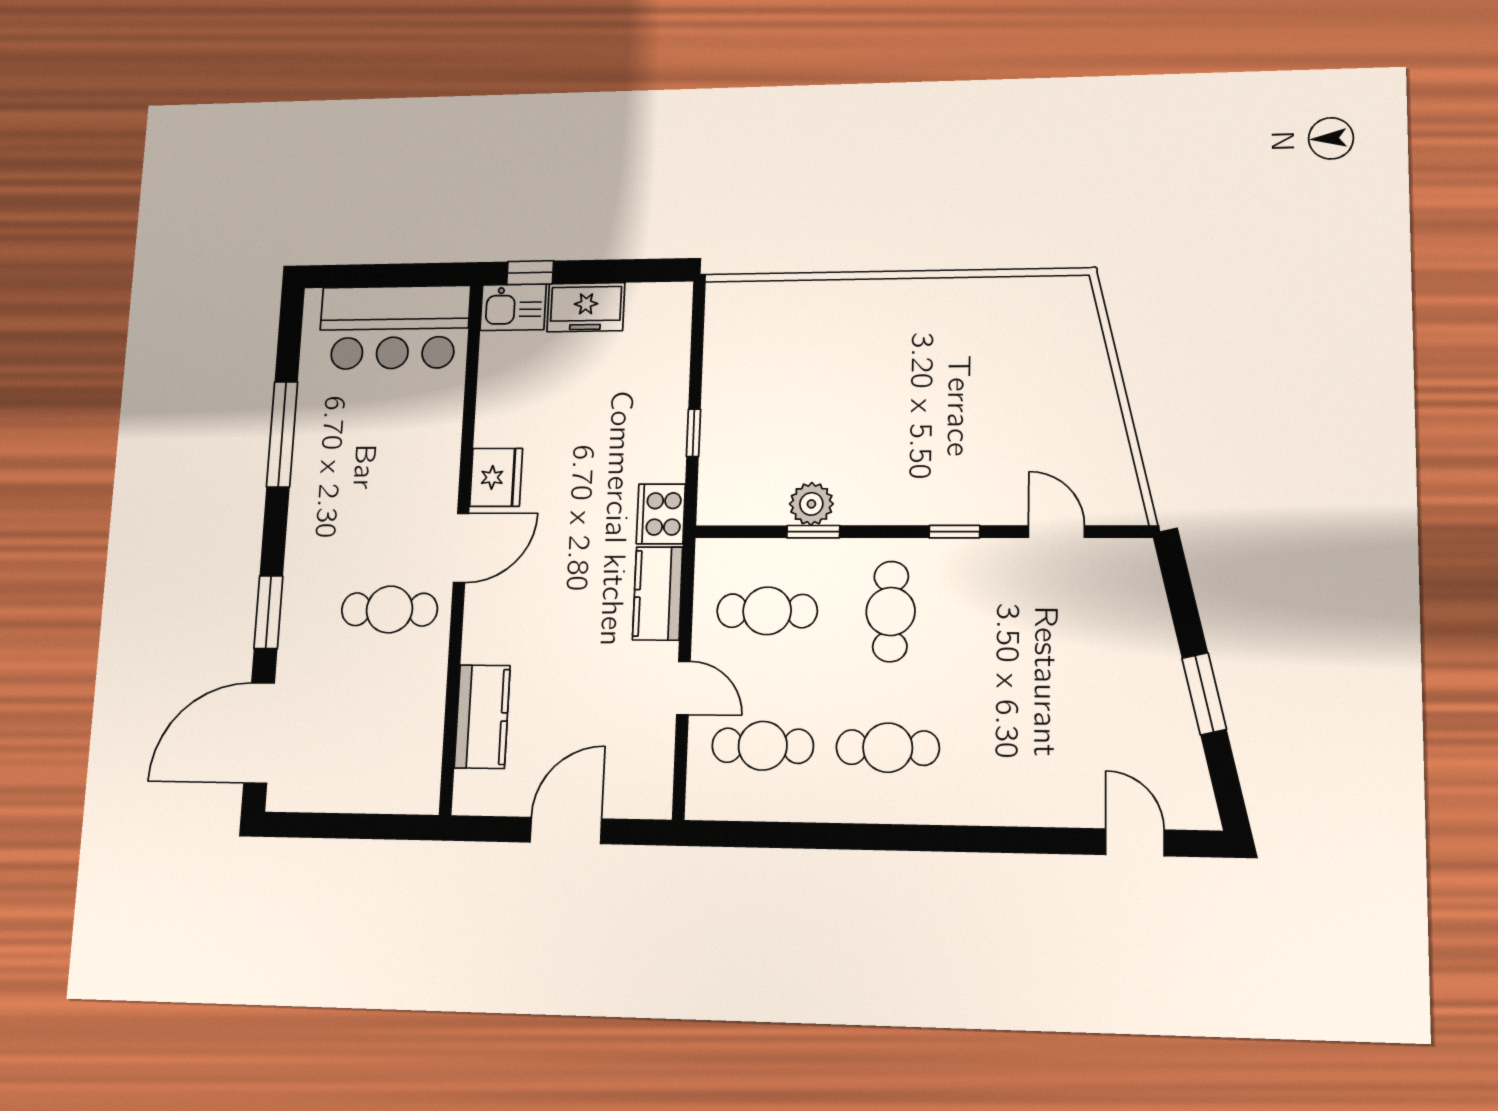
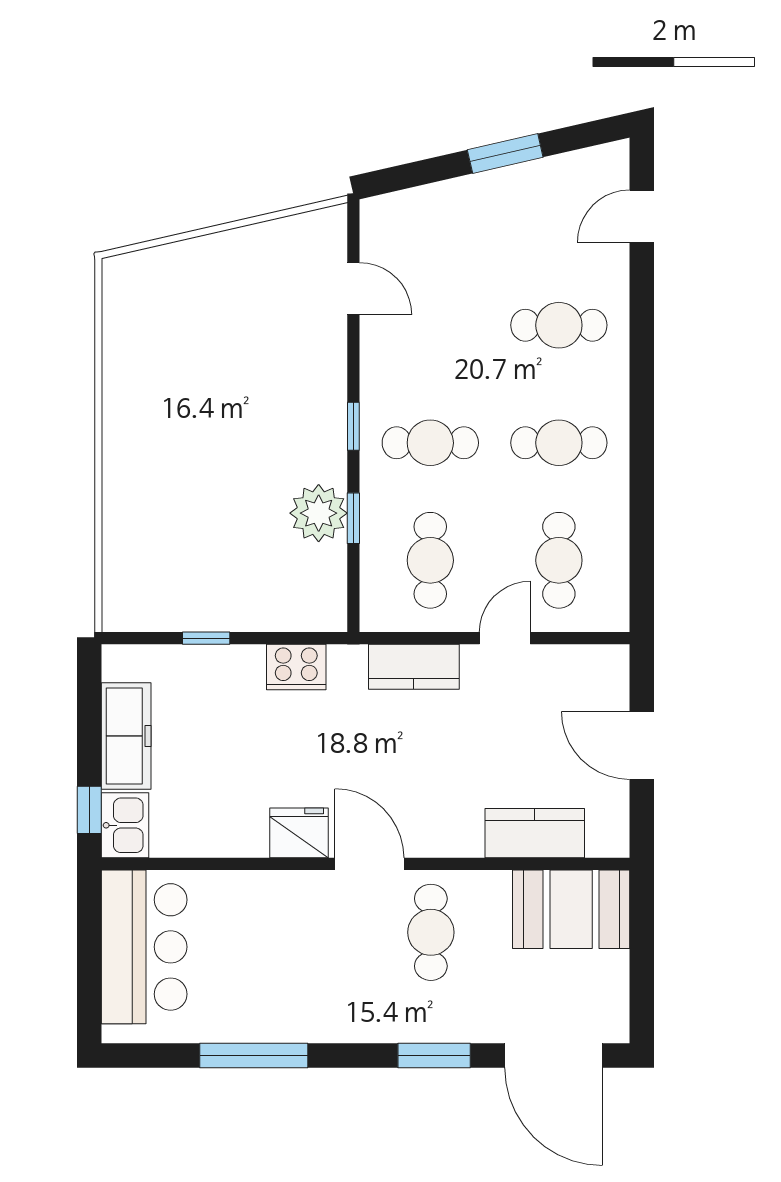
freezer: (586, 307) -> (126, 736), width x1.40
window: (693, 433) -> (206, 638), moved
plant: (811, 504) -> (319, 513), width x1.36, depth x1.36
cooker: (661, 514) -> (296, 667), moved
window: (954, 532) -> (353, 426), moved
door: (1056, 532) -> (353, 289), swing flipped
cafe table: (888, 748) -> (559, 443), turned 90
cafe table: (1015, 749) -> (559, 325), added
booth: (403, 753) -> (571, 909), added

